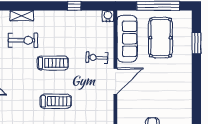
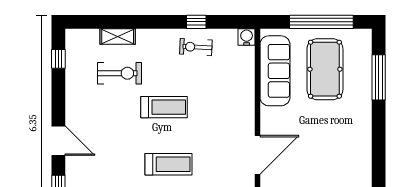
window: (196, 43) -> (379, 77), width x1.44
exercise bike: (97, 58) -> (196, 47), moved
door: (115, 81) -> (257, 155), moved

